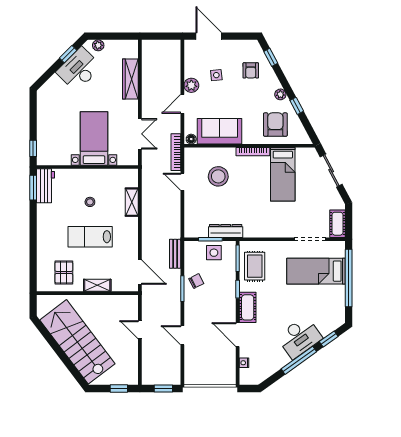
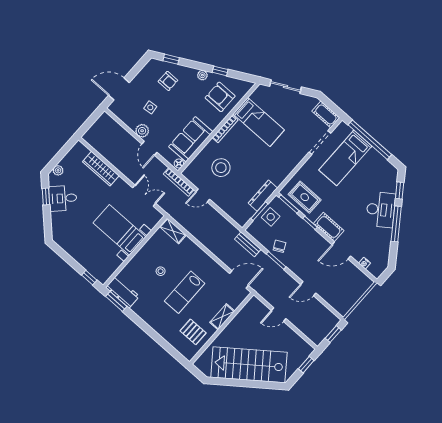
desk: (79, 69) -> (63, 198), width x0.73
shelving: (132, 202) -> (173, 231), moved

